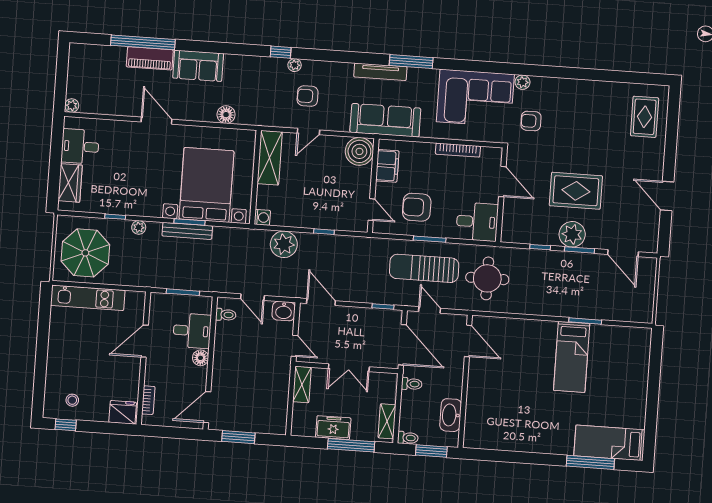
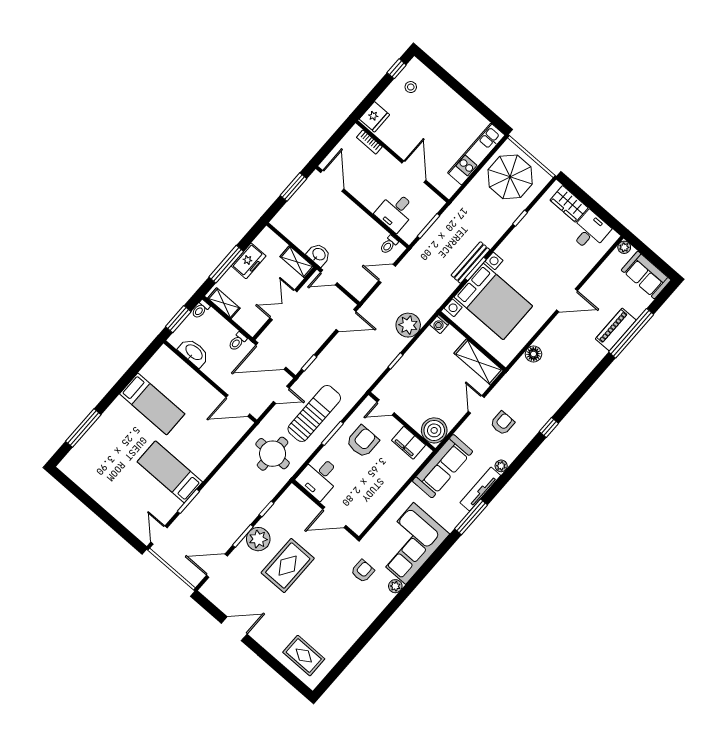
plant: (295, 65) -> (501, 466), moved
sofa: (198, 66) -> (646, 275), moved, turned -90
bookcase: (458, 150) -> (381, 502), removed
plant: (139, 227) -> (500, 229), removed
washbasin: (284, 311) -> (319, 255), moved, turned 90
door: (634, 325) -> (159, 535), added
floor lamp: (201, 358) -> (371, 203), removed
bed: (609, 443) -> (152, 404), moved, turned 90

